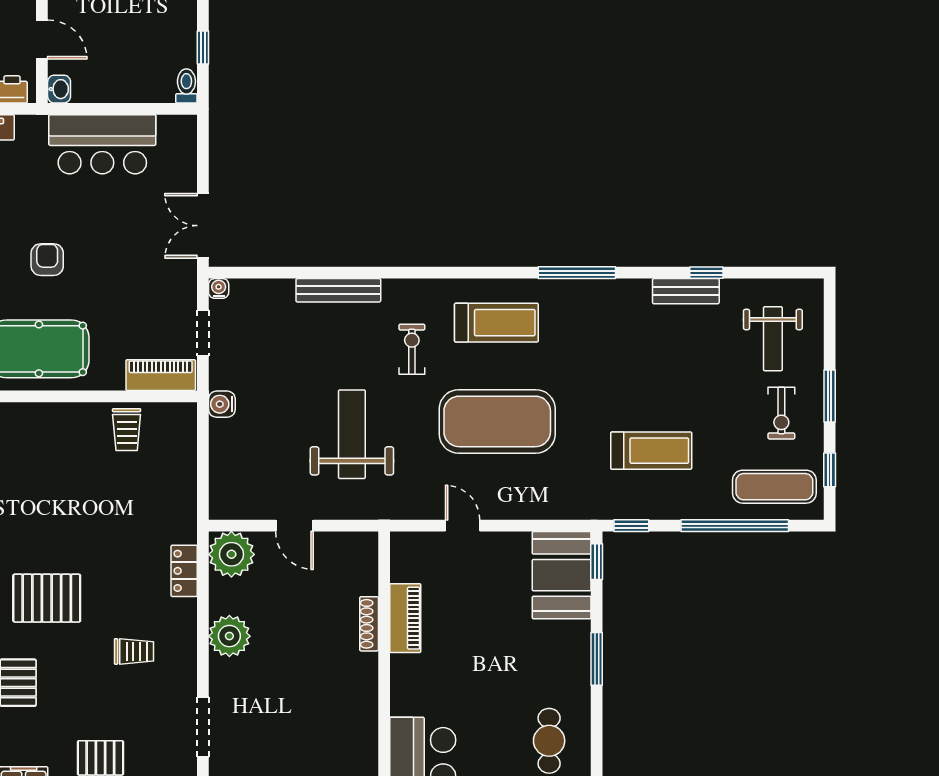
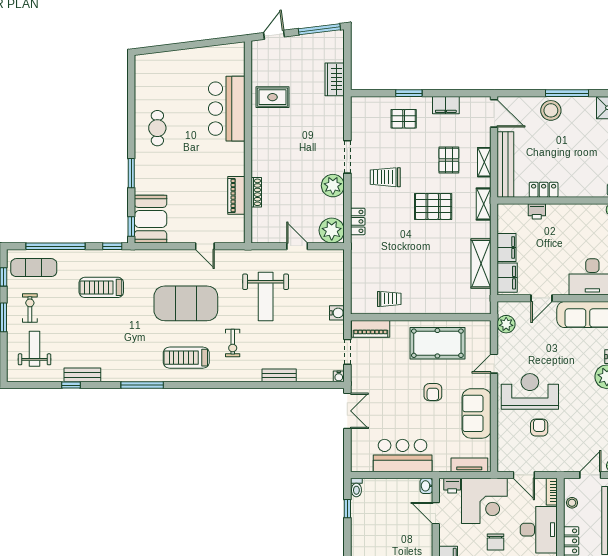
bench: (338, 290) -> (279, 375), width x0.73
trolley: (127, 430) -> (389, 299), turned 90
trolley: (134, 651) -> (385, 177), width x1.36, depth x1.39
doorway: (203, 727) -> (347, 157), moved

